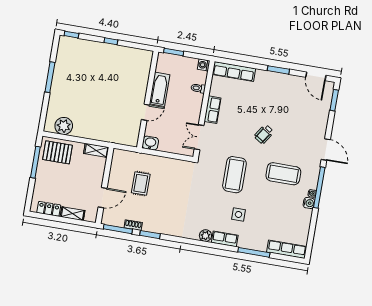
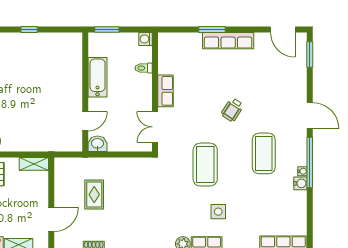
window: (278, 70) -> (212, 30), moved
row of seats: (234, 71) -> (228, 41), moved
door: (145, 112) -> (85, 121), moved
coffee table: (283, 174) -> (264, 153), turned 90

